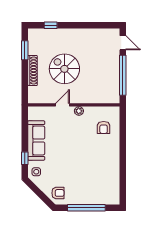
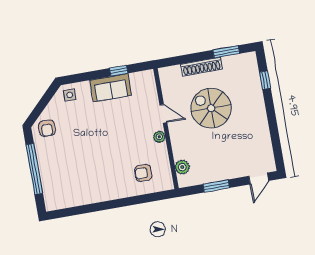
spiral stairs: (64, 69) -> (211, 108), turned -90
window: (123, 75) -> (216, 186), width x0.47
plant: (104, 98) -> (182, 167), added
sofa: (36, 141) -> (111, 88), width x0.73
window: (25, 158) -> (119, 71), moved

